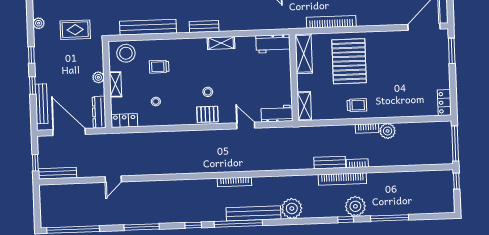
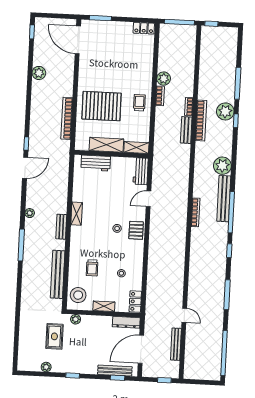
workbench: (273, 44) -> (96, 163), moved, turned 90
shelving: (304, 54) -> (106, 145), moved
plant: (98, 77) -> (76, 319), moved
window: (33, 86) -> (117, 378), moved
bench: (57, 173) -> (176, 344), moved

